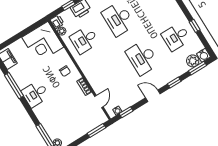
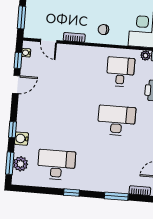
window: (195, 26) -> (71, 193), moved
desk: (176, 37) -> (56, 165), width x1.37
water cooler: (203, 55) -> (21, 139), moved
desk: (142, 58) -> (60, 116), removed
door: (153, 96) -> (16, 84), moved

